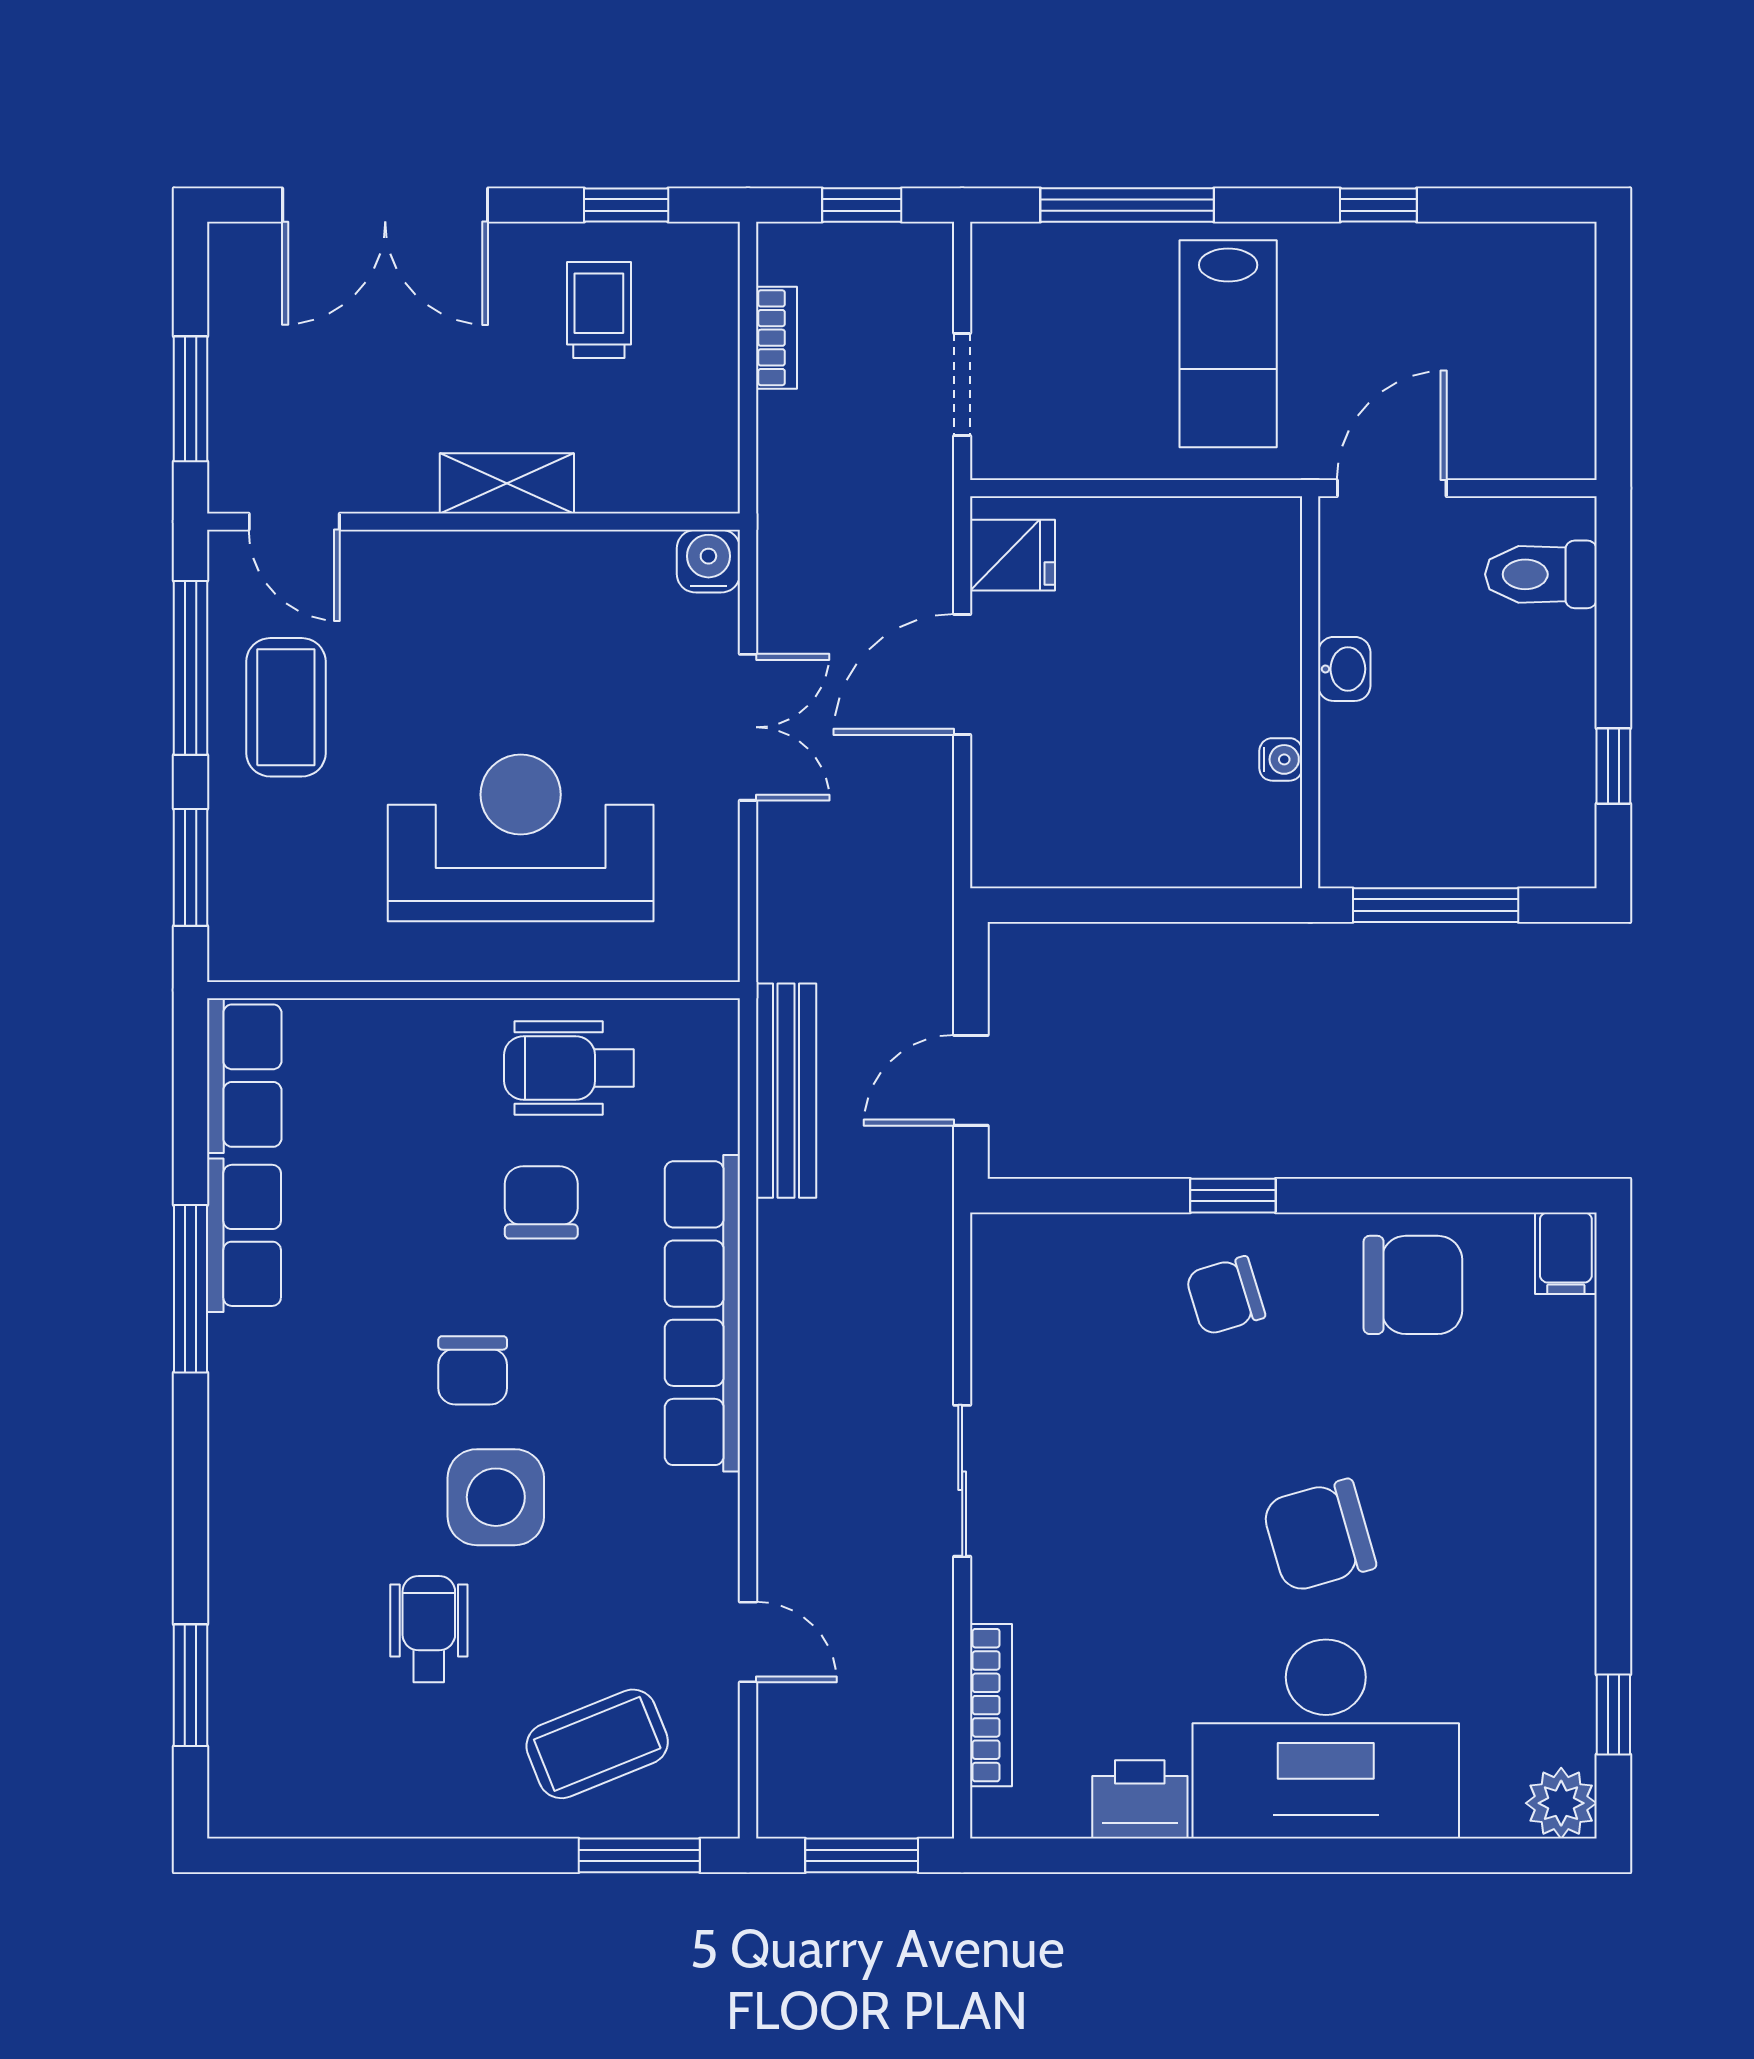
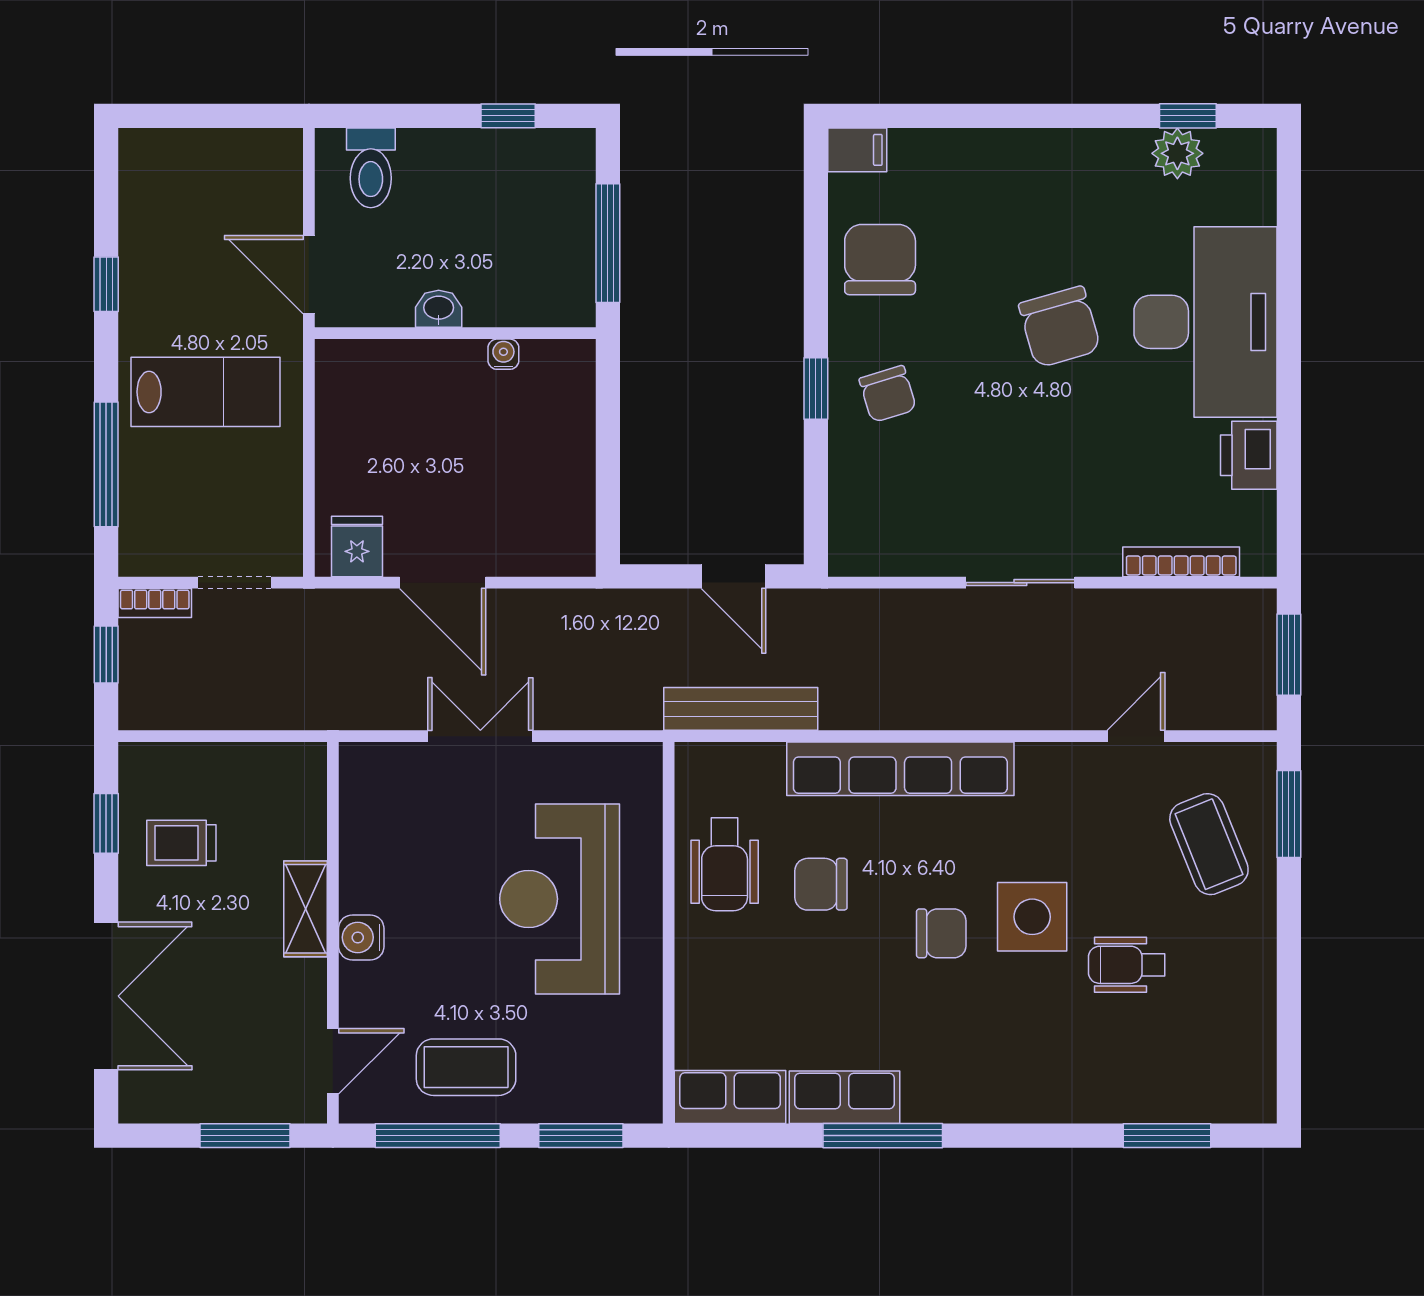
bookcase: (776, 338) -> (155, 603), moved, turned 180
water cooler: (708, 561) -> (361, 937), moved
plant: (1561, 1803) -> (1177, 153), moved

